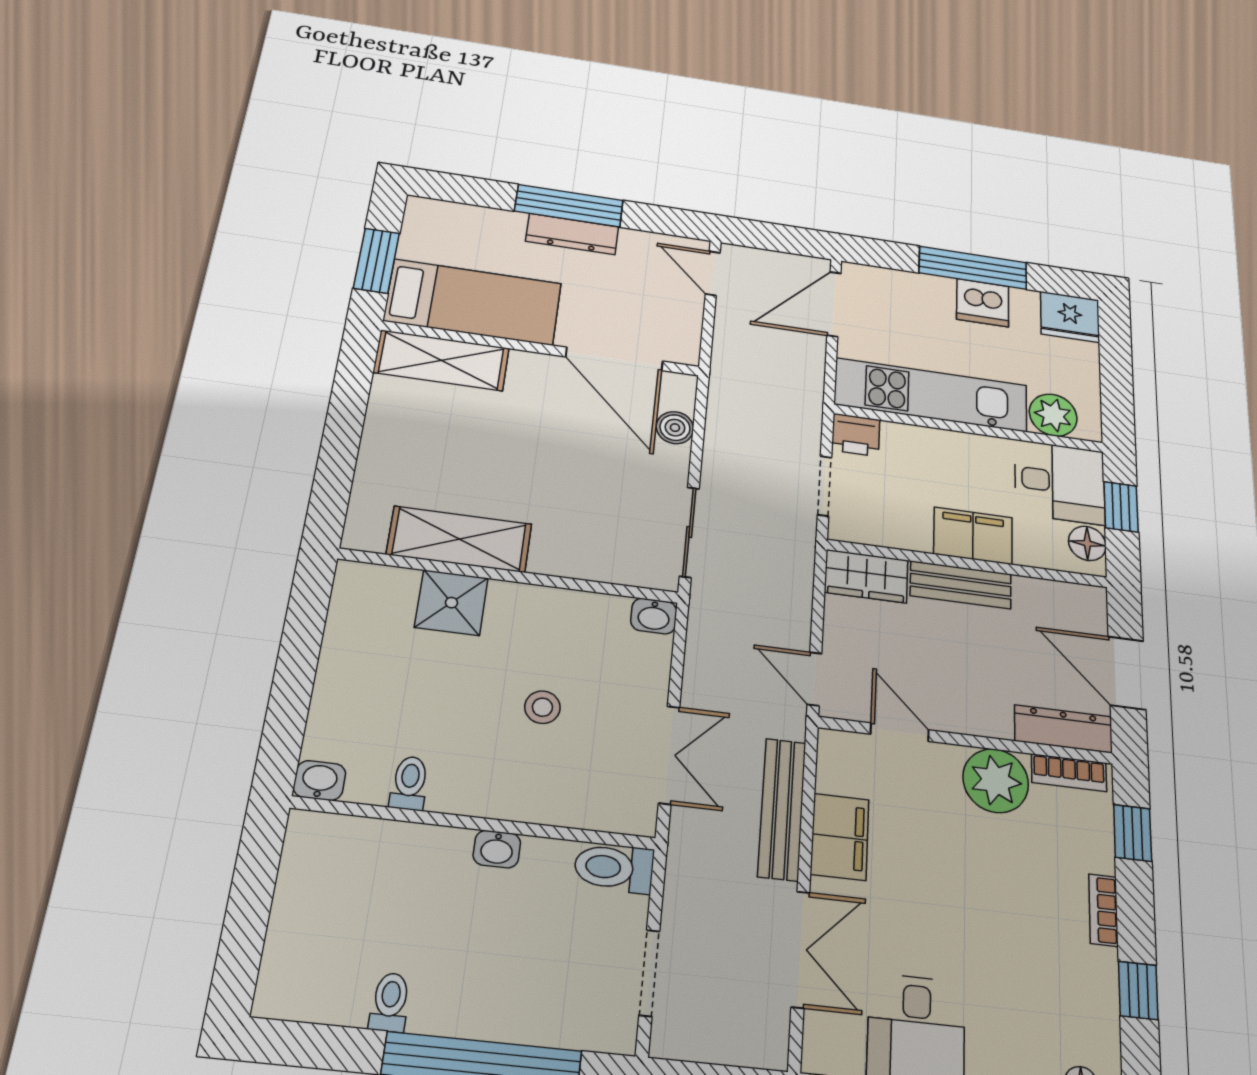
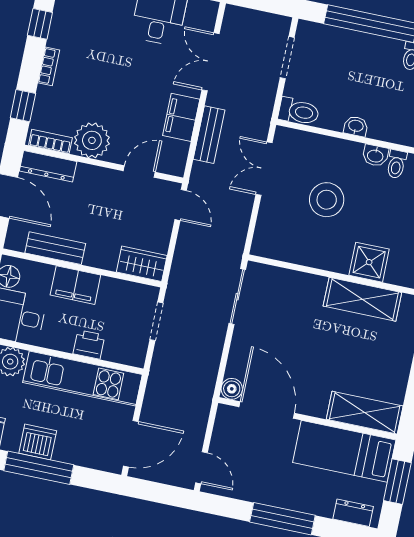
dresser: (572, 234) -> (353, 513), moved, width x0.70
boiler: (675, 428) -> (232, 389), moved
printer: (856, 435) -> (89, 344), moved
bench: (961, 585) -> (55, 248), moved
washbasin: (654, 616) -> (375, 156), moved, turned 180
stool: (542, 707) -> (327, 200), width x1.89, depth x1.89
door: (900, 732) -> (139, 171), swing flipped
bench: (782, 809) -> (209, 135), width x0.73

